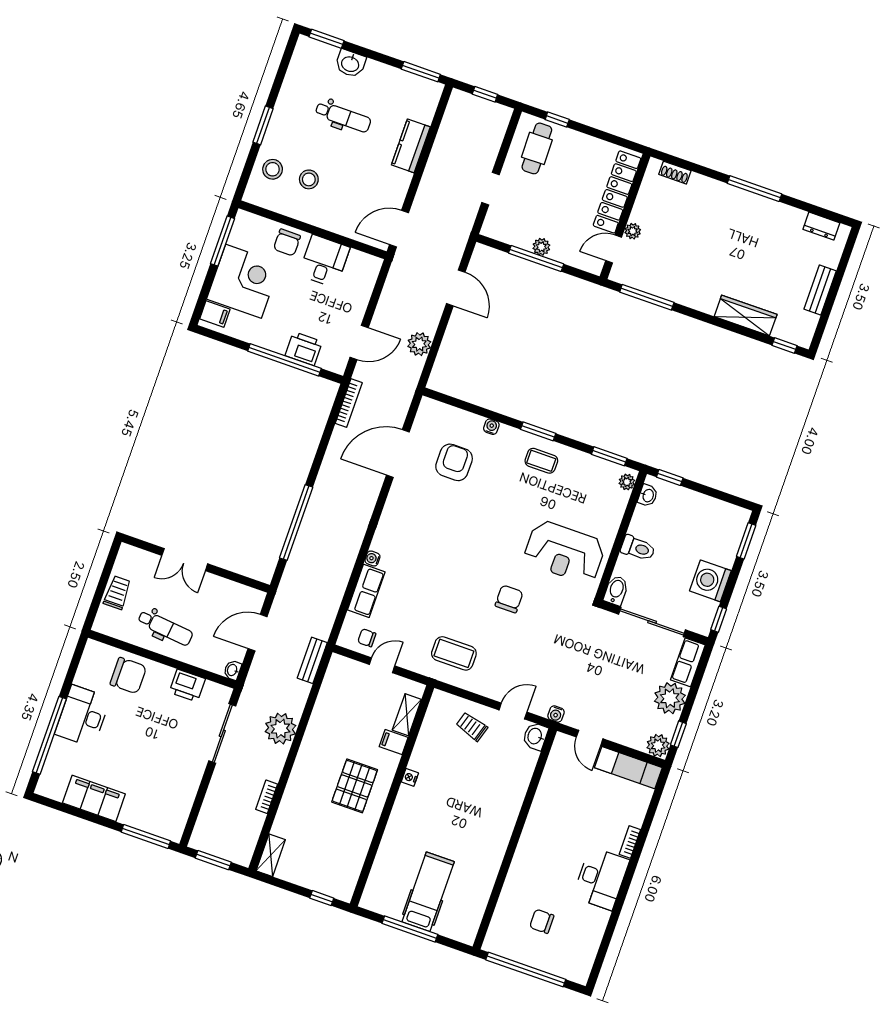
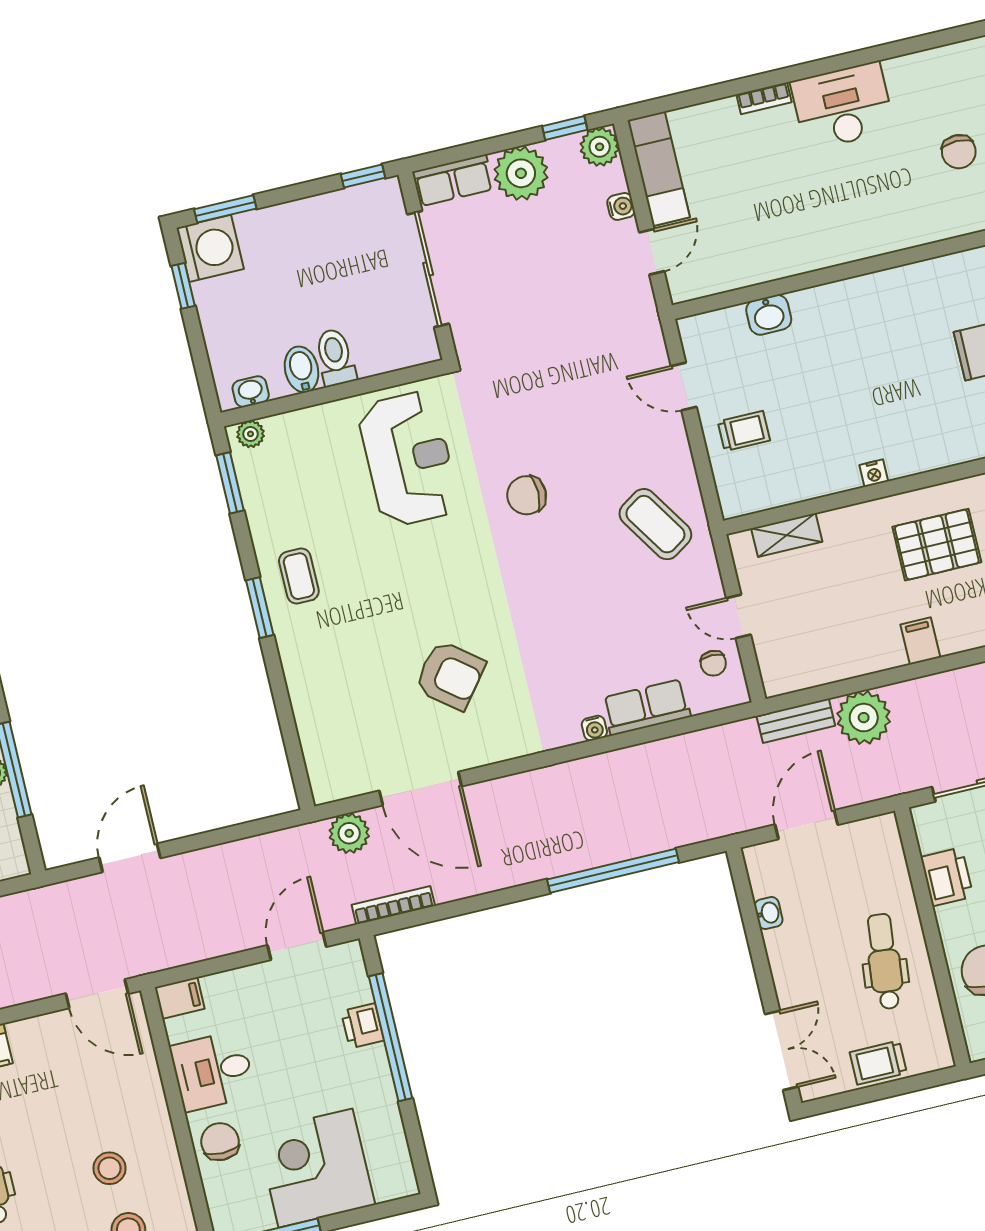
chair: (287, 242) -> (220, 1142), turned -90
filing cabinet: (215, 314) -> (180, 998), moved, turned 90
door: (359, 342) -> (297, 946), hinge flipped
plant: (419, 344) -> (349, 833), moved
printer: (304, 349) -> (363, 1026), width x0.73, depth x0.81
water cooler: (491, 427) -> (296, 679), removed
armchair: (454, 462) -> (450, 675), moved, turned -142
window: (670, 478) -> (183, 286), moved
double door: (185, 560) -> (781, 1050), moved
washing machine: (710, 581) -> (210, 248), moved, turned -90
bidet: (616, 590) -> (302, 369), moved, turned 90
door: (258, 633) -> (806, 825), swing flipped
coffee table: (454, 653) -> (655, 524), turned -33
washbasin: (233, 670) -> (768, 913), moved, turned -90
water cooler: (556, 714) -> (621, 206), moved
trolley: (472, 727) -> (744, 431), turned -107
plant: (280, 729) -> (864, 718), moved
washbasin: (535, 736) -> (769, 315), moved
filing cabinet: (394, 742) -> (920, 641), moved, turned 180

